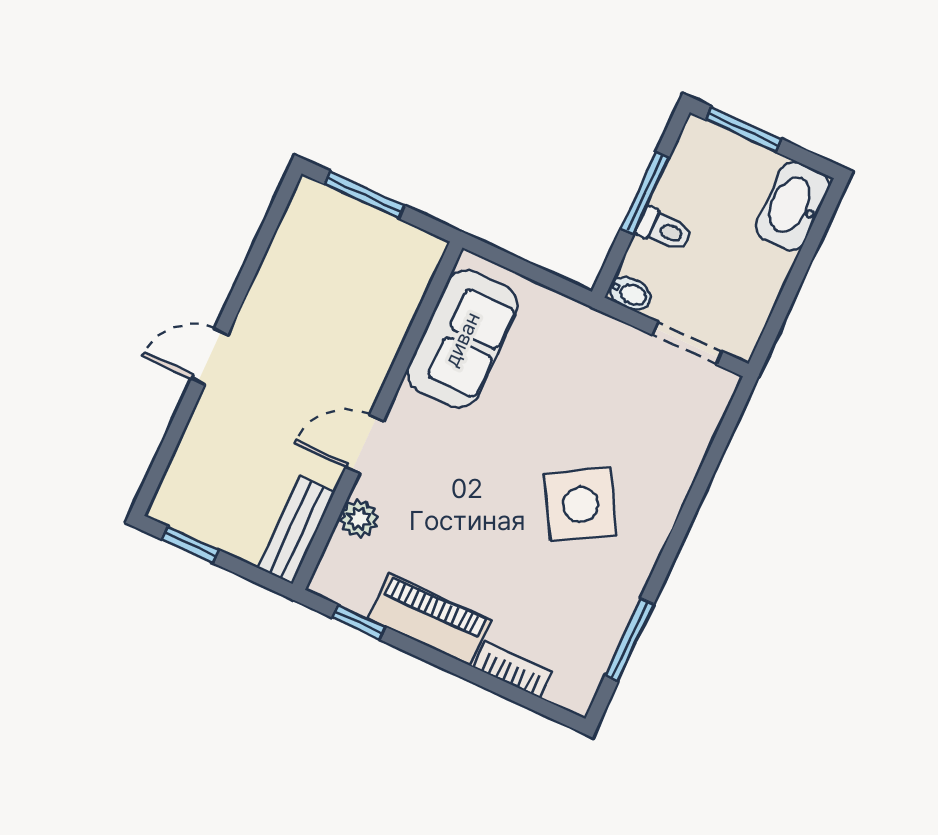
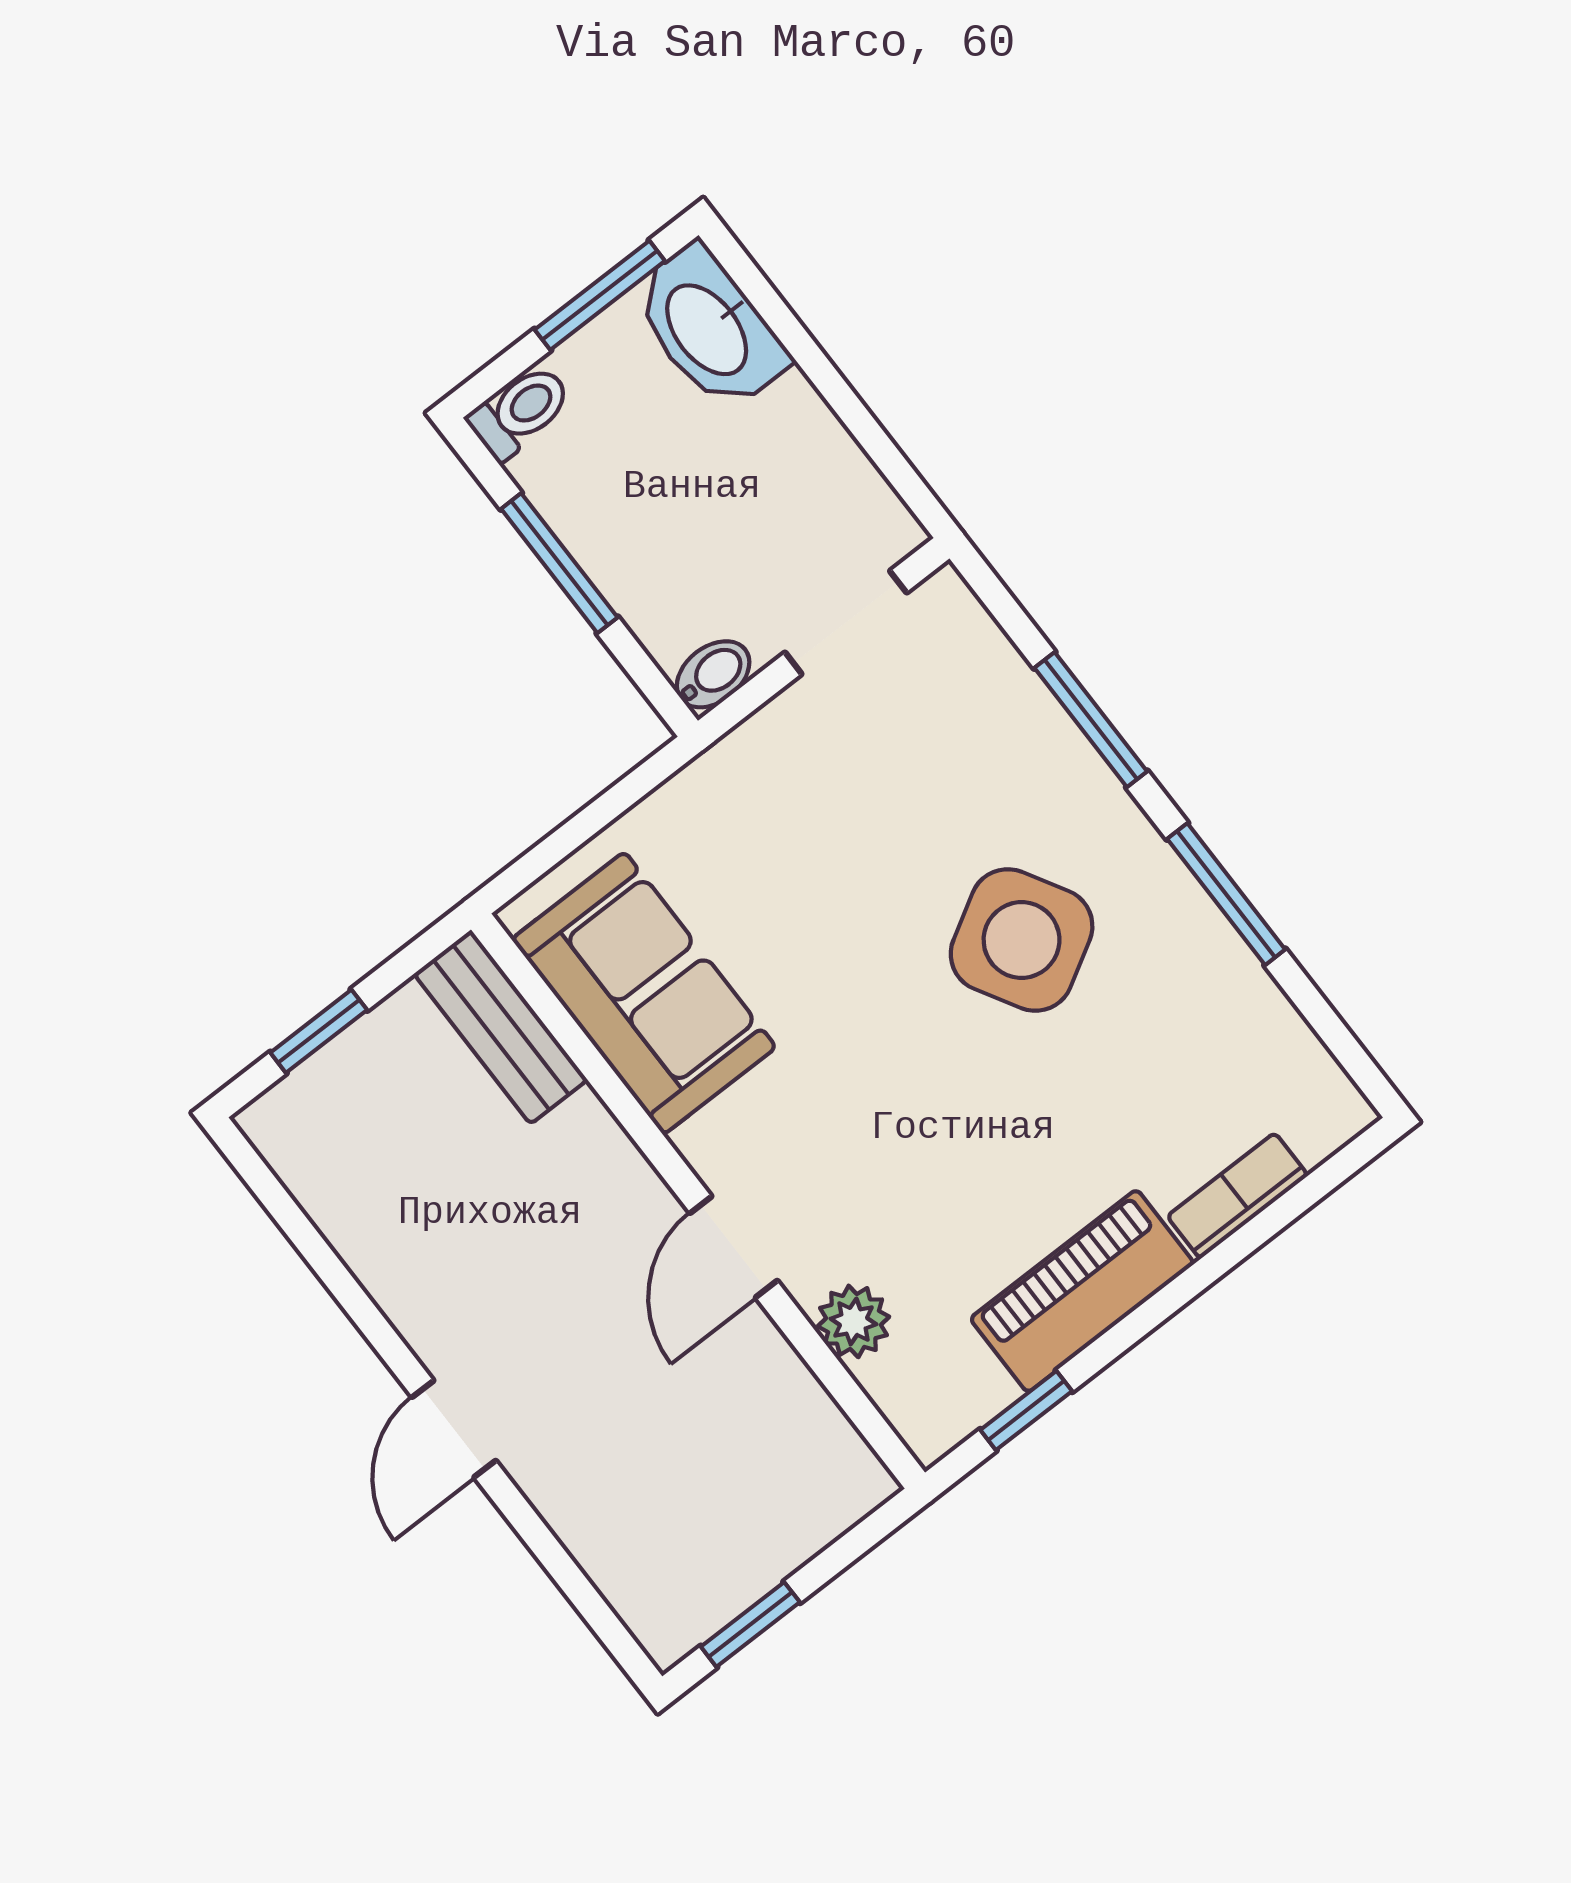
window: (744, 129) -> (600, 295), moved
window: (364, 195) -> (319, 1031), width x0.67
toilet: (664, 230) -> (520, 411), moved
window: (702, 483) -> (1091, 720), added
bench: (296, 530) -> (501, 1027), moved
window: (629, 640) -> (1226, 894), moved

